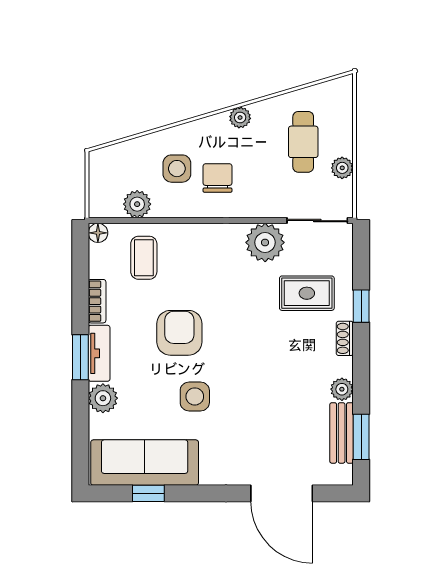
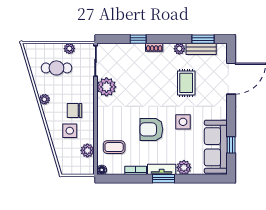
rug: (307, 293) -> (186, 83), moved

